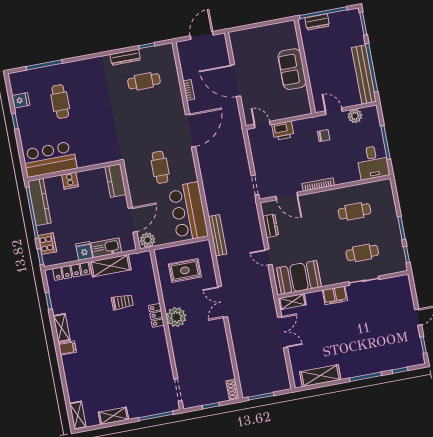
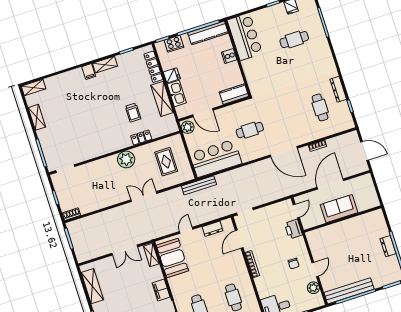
wall: (305, 66) -> (343, 219), moved
sofa: (292, 69) -> (339, 209), moved
locker: (156, 315) -> (141, 137), moved

